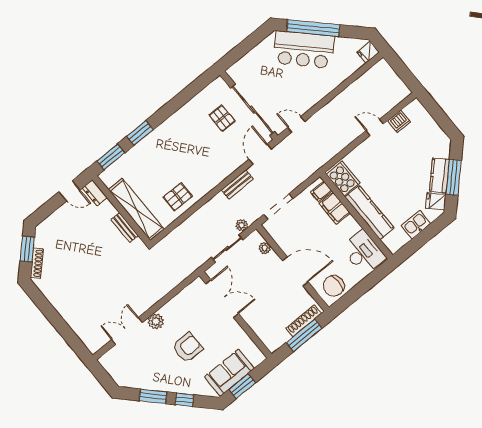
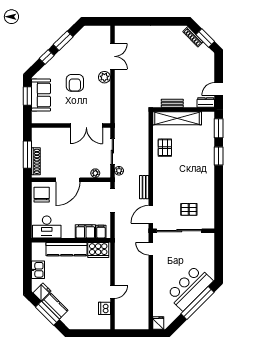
door: (296, 124) -> (151, 249), swing flipped
door: (260, 154) -> (151, 214), swing flipped

